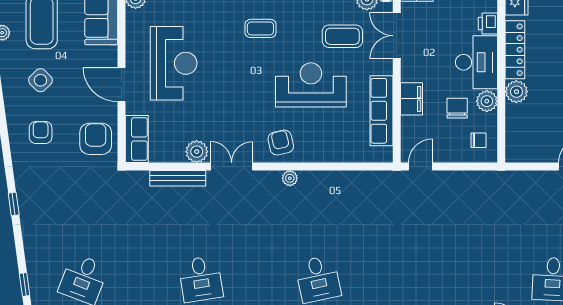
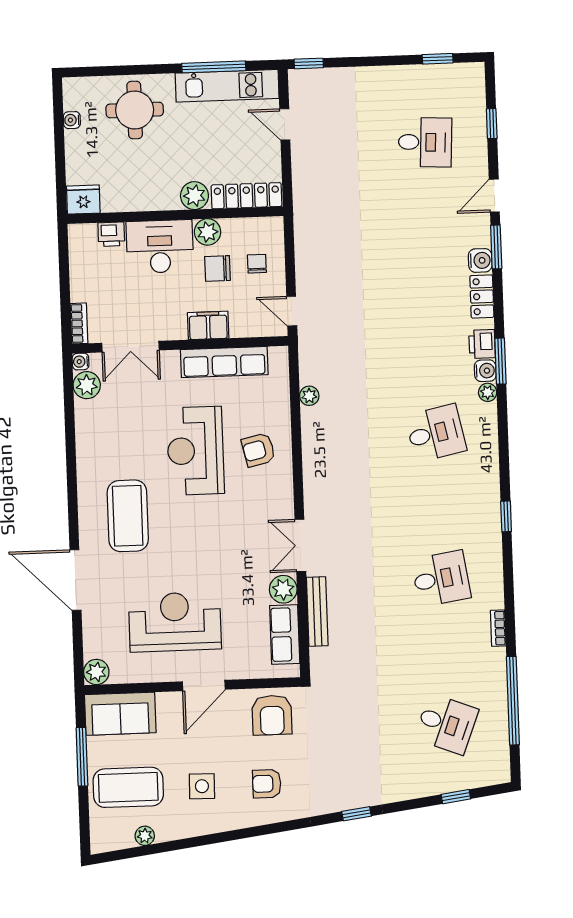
coffee table: (260, 28) -> (128, 516), width x1.86, depth x1.72
coffee table: (342, 36) -> (134, 414), removed
locker: (515, 50) -> (246, 196), moved
side table: (40, 80) -> (202, 786), turned 45
armchair: (96, 139) -> (272, 715), turned -90
row of seats: (137, 139) -> (285, 634), moved, turned -90
chair: (479, 140) -> (257, 264), moved
armchair: (281, 143) -> (258, 450), moved
plant: (290, 178) -> (309, 396), moved

